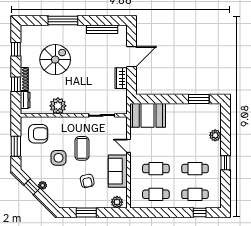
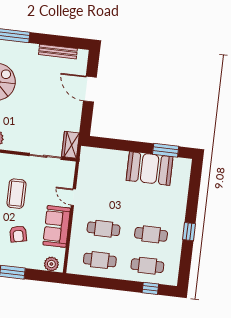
door: (132, 57) -> (90, 89), swing flipped
wardrobe: (121, 78) -> (70, 145), moved
booth: (148, 115) -> (150, 169), moved
plant: (215, 135) -> (180, 197), removed

